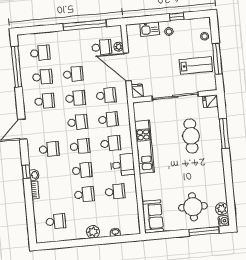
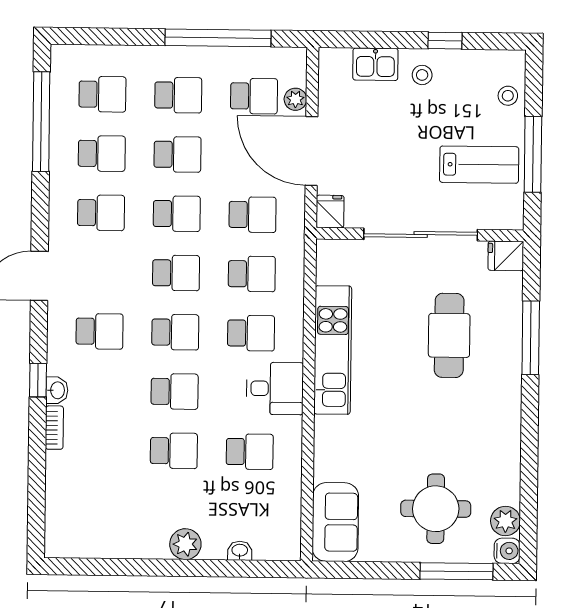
school desk: (56, 221) -> (178, 95), moved

